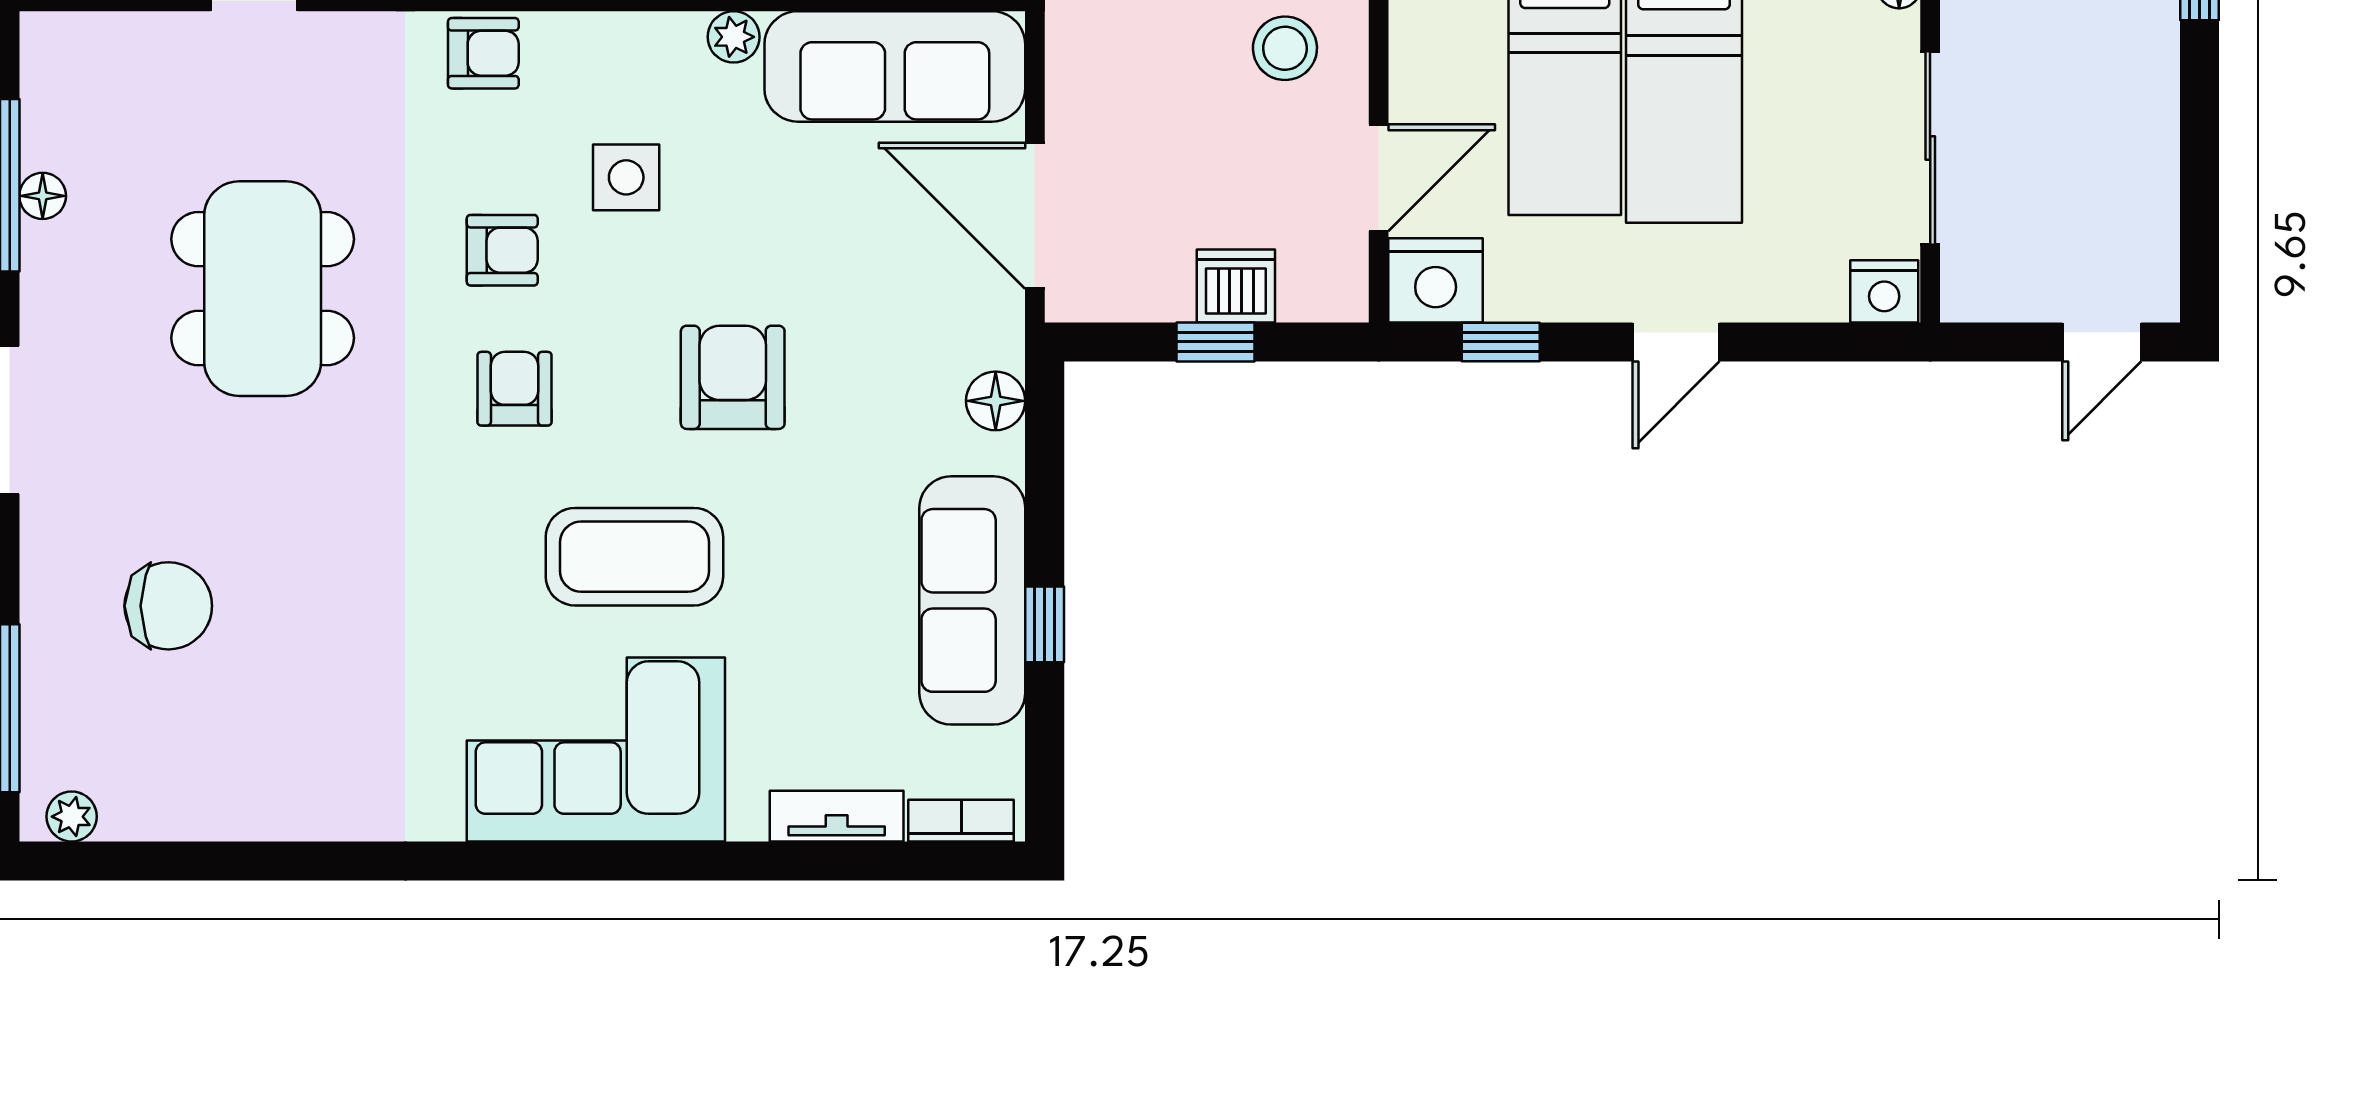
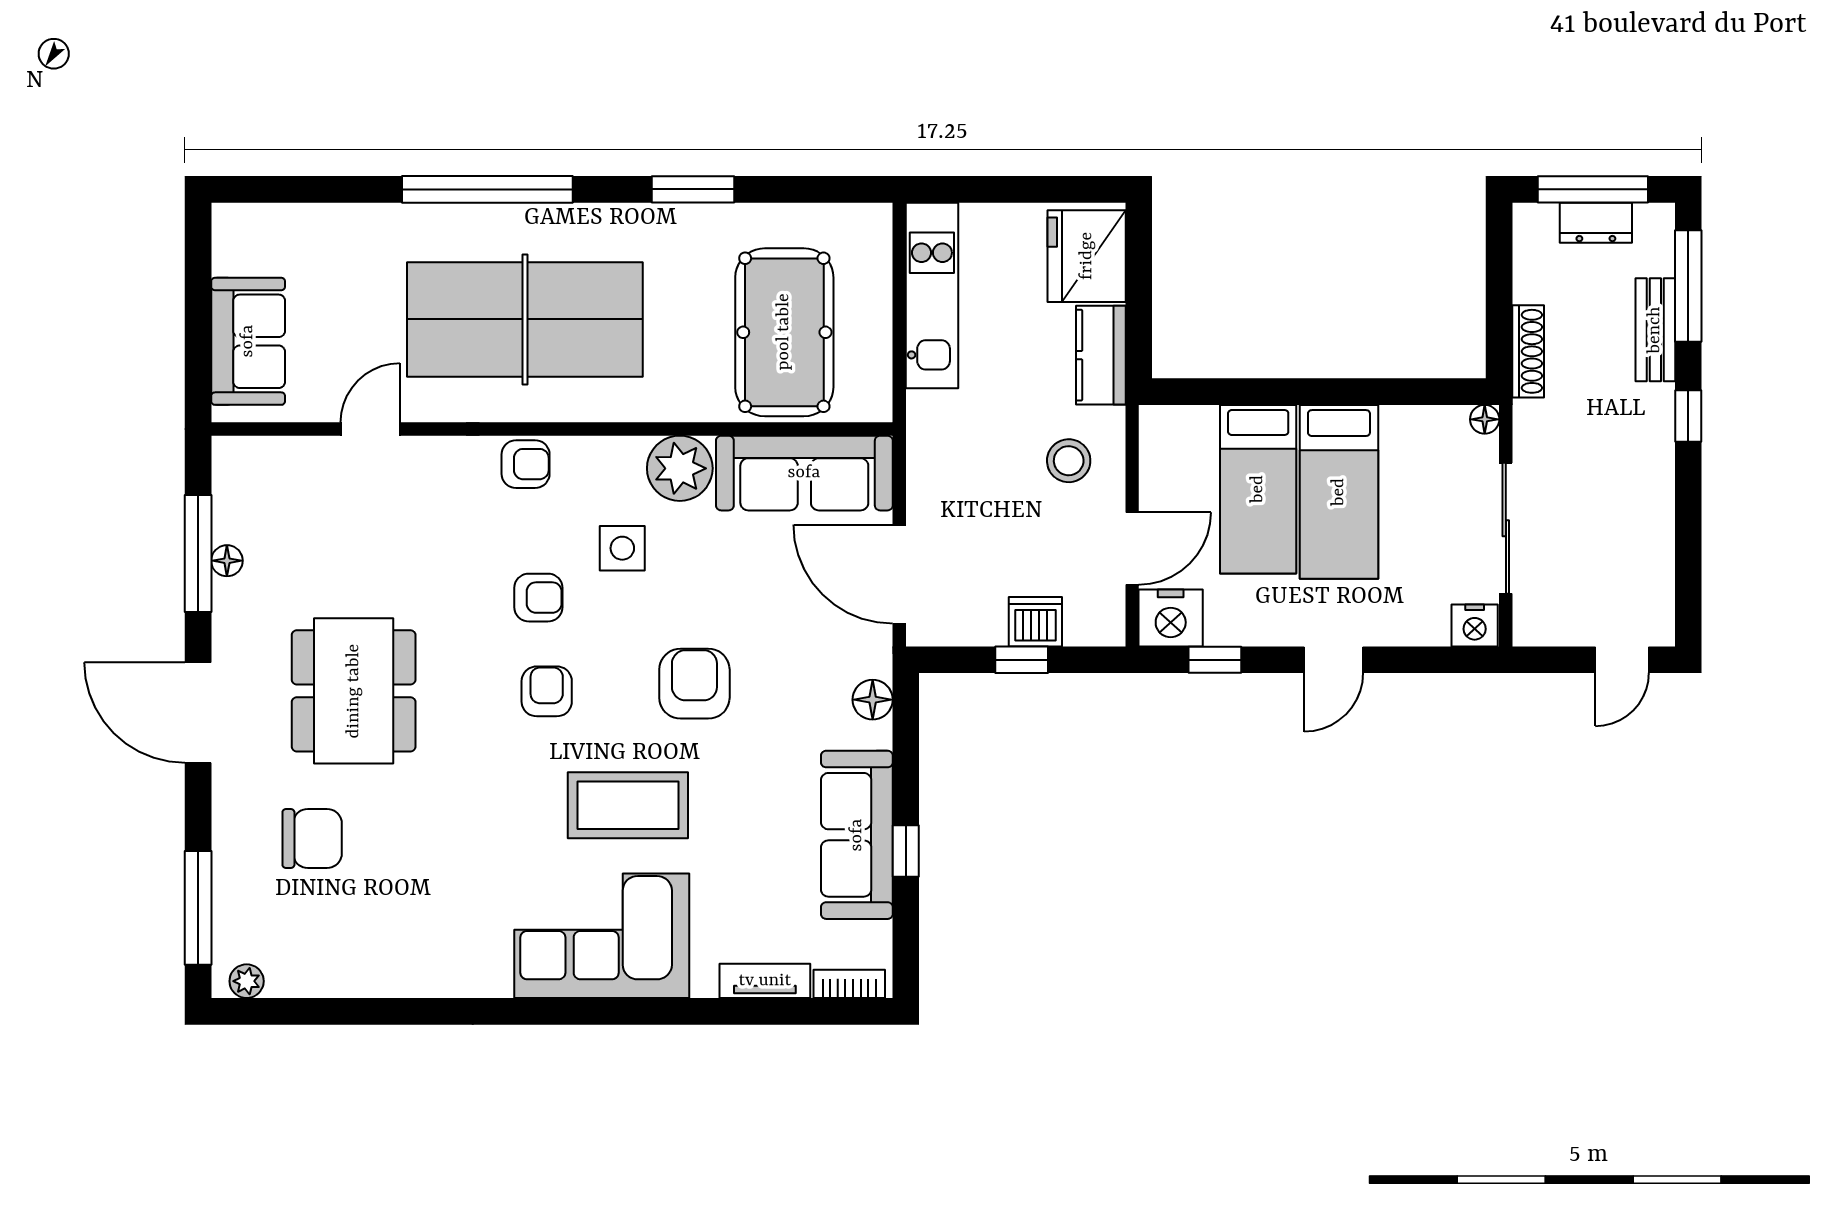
plant: (734, 37) -> (680, 468), width x1.88, depth x1.88
dining table: (263, 289) -> (354, 691), moved

